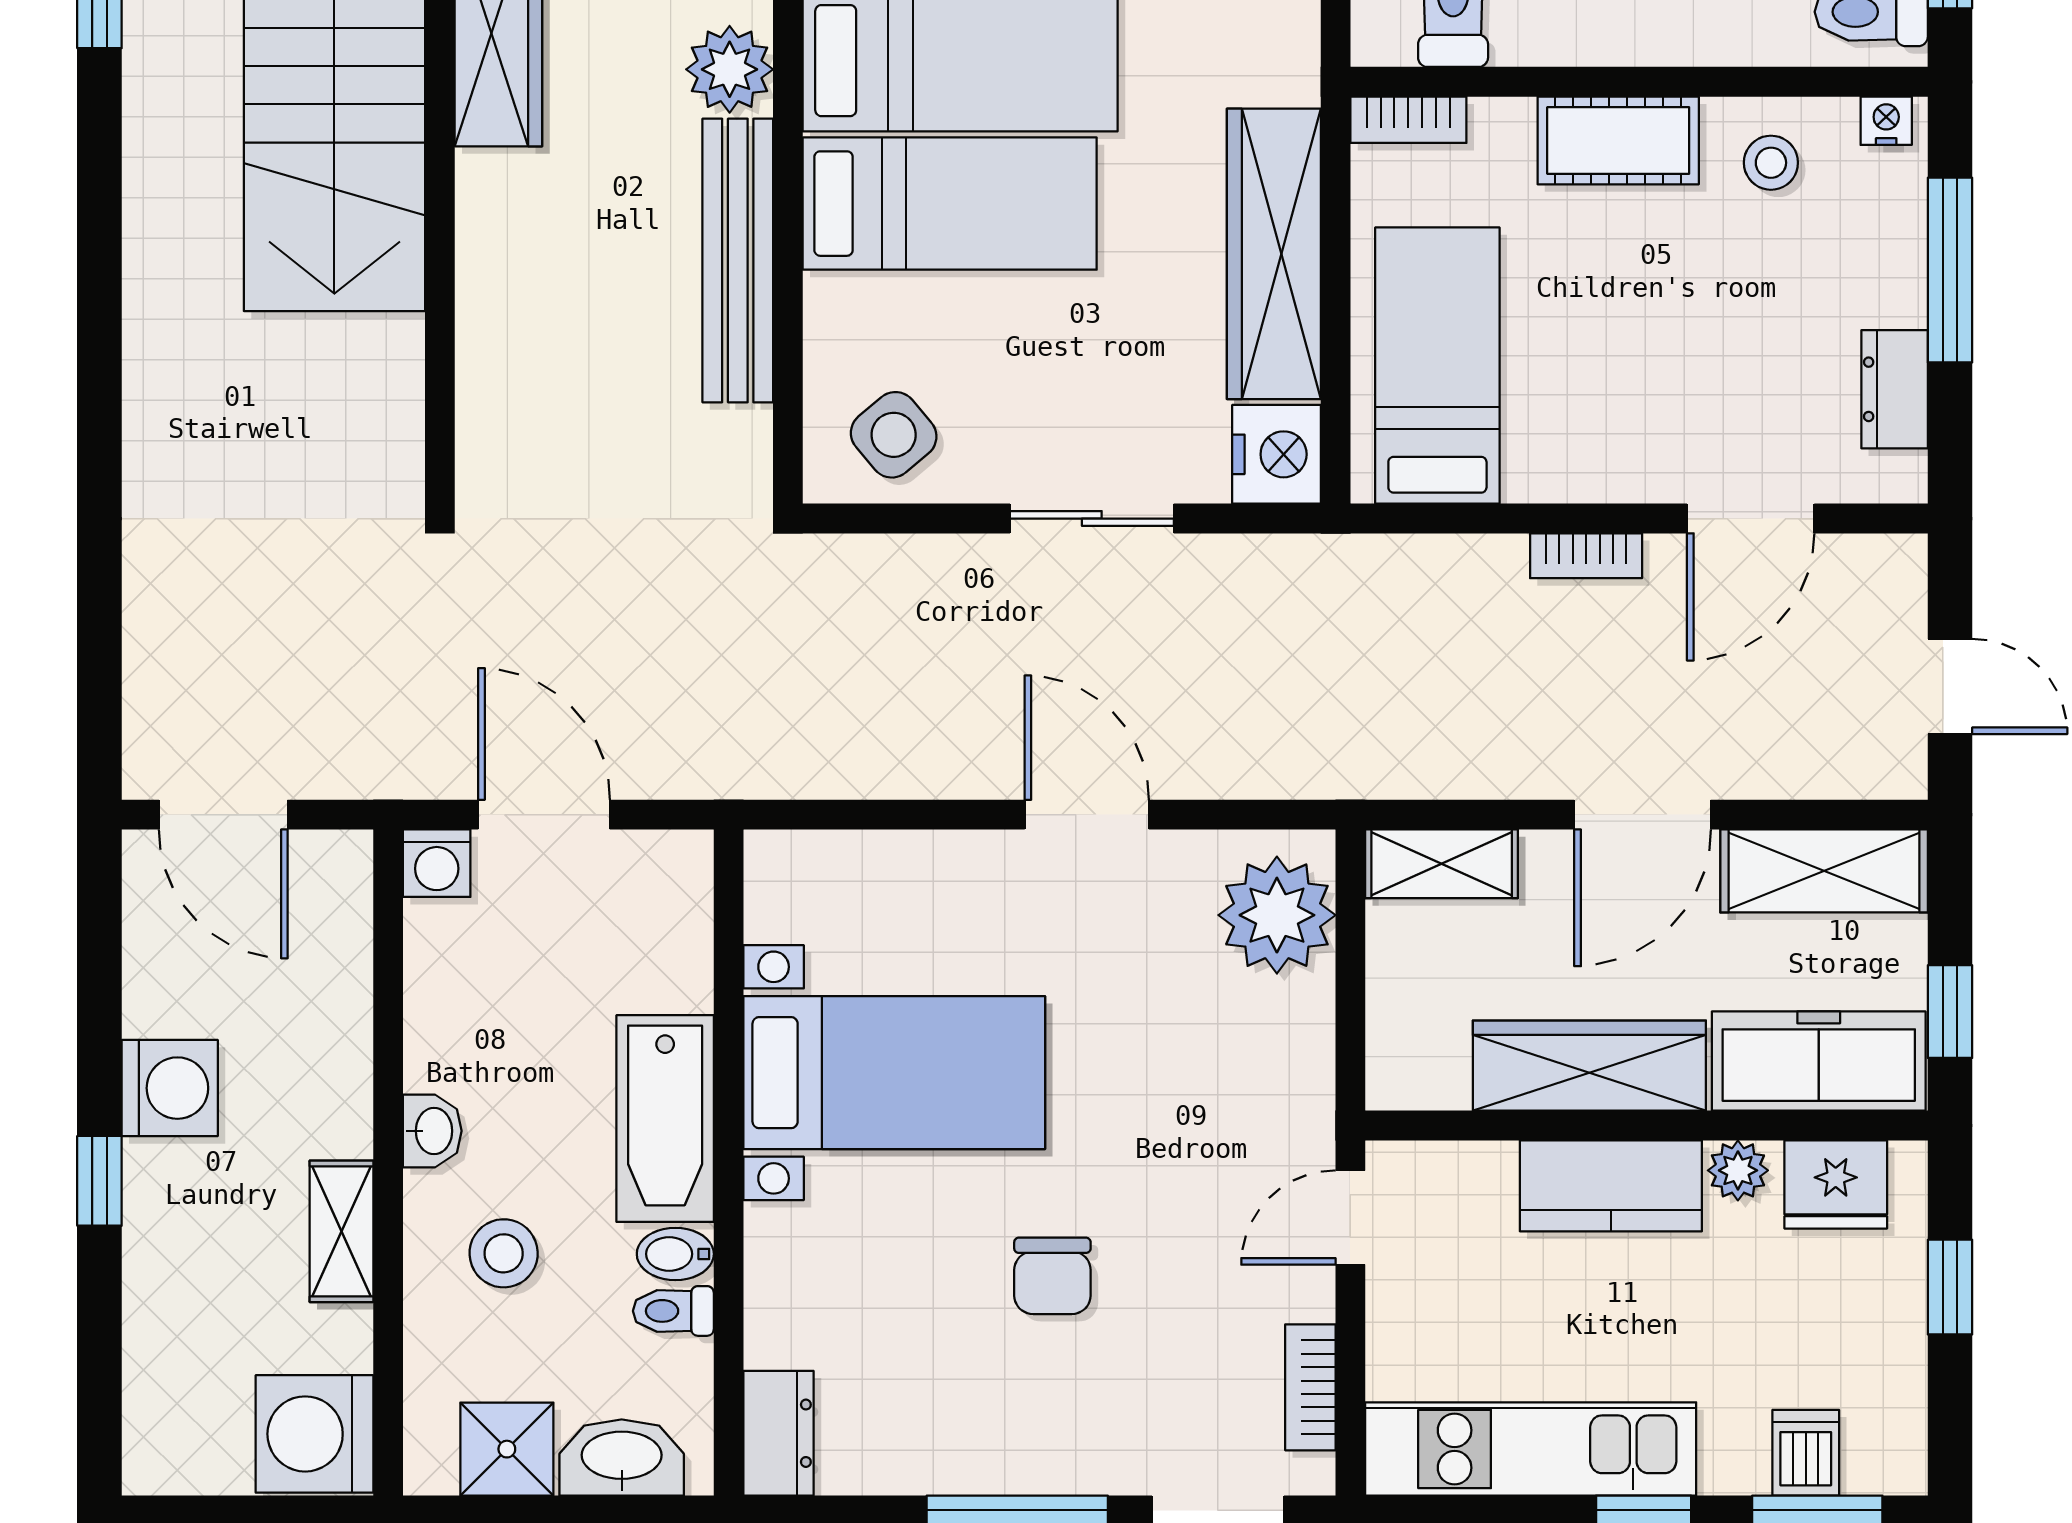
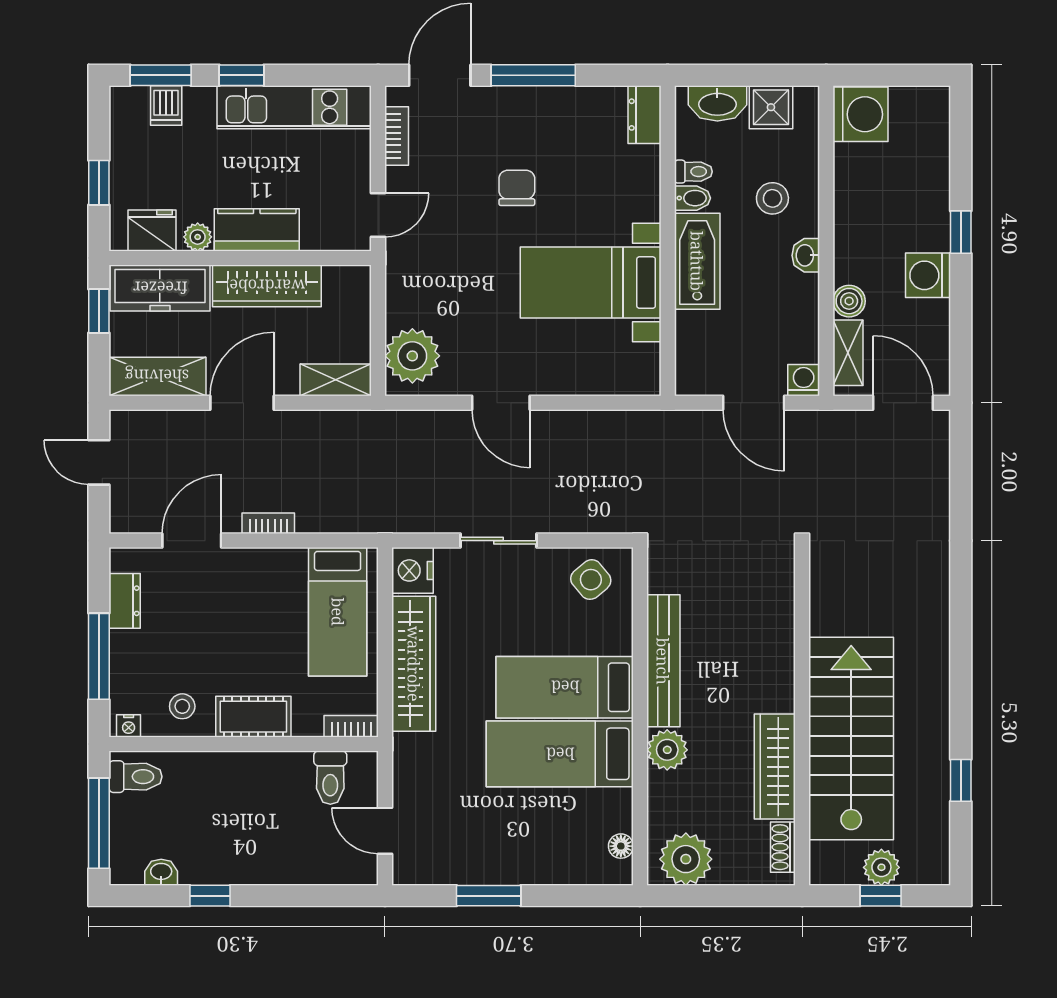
boiler: (339, 1033) -> (849, 301), added
shelving: (341, 1231) -> (848, 353), moved

